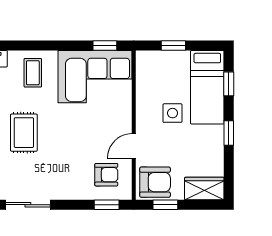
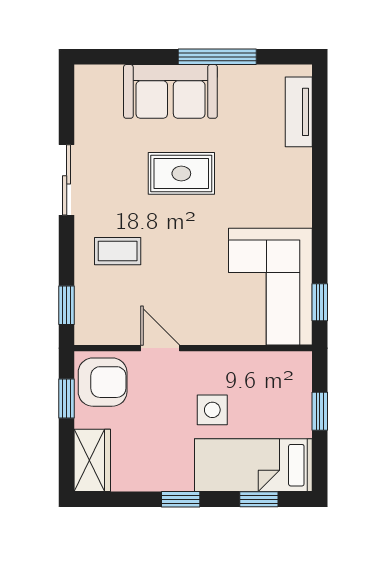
coffee table: (33, 73) -> (118, 251), moved
armchair: (106, 175) -> (114, 305), removed
armchair: (155, 182) -> (103, 382), turned -90

